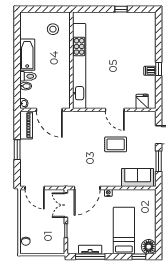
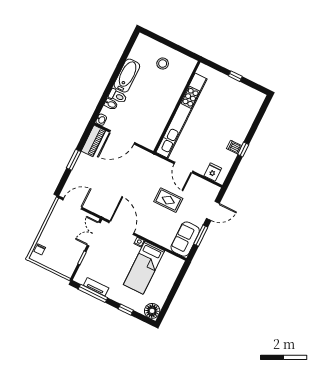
wall: (71, 60) -> (177, 107), moved
kitchen unit: (79, 66) -> (181, 116), moved
door: (49, 110) -> (122, 137), hinge flipped
sofa: (138, 178) -> (185, 239), moved, turned -90
door: (35, 188) -> (72, 204), swing flipped
door: (87, 188) -> (121, 228), swing flipped
bed: (124, 231) -> (144, 268), moved, turned 180
window: (139, 257) -> (126, 310), moved

